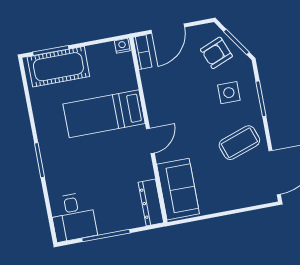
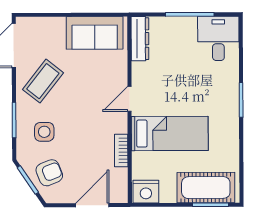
nightstand: (122, 46) -> (146, 192), width x1.89, depth x1.79
bookcase: (142, 52) -> (121, 151), moved
coffee table: (239, 143) -> (43, 81), turned -33
sofa: (178, 189) -> (95, 33), moved, turned -90

